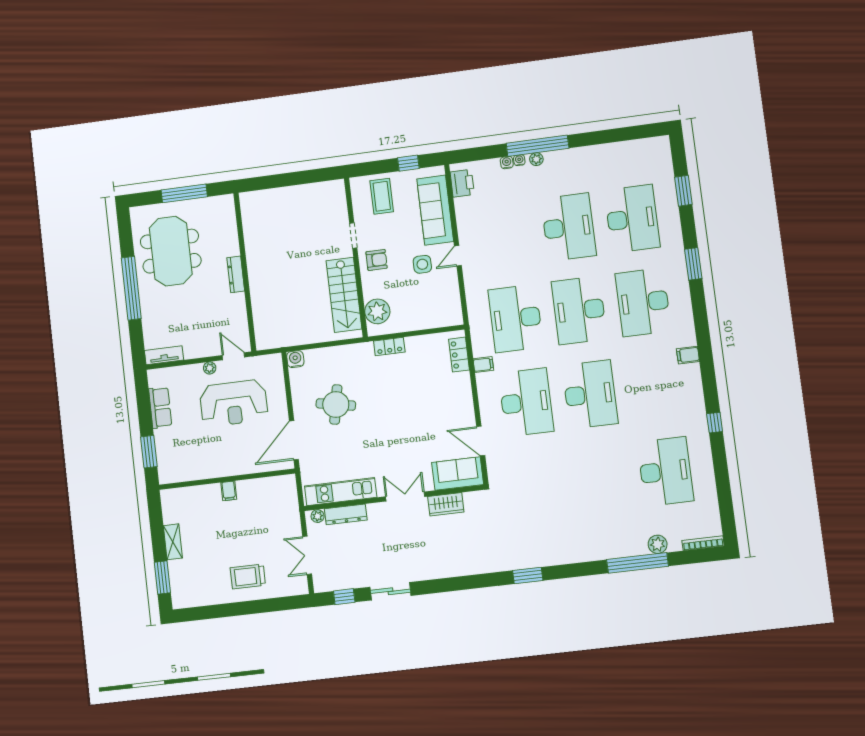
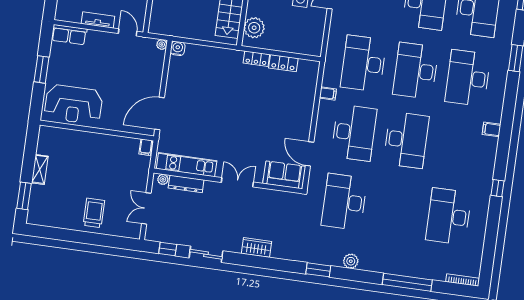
locker: (459, 354) -> (283, 63), moved, turned -90
tv unit: (164, 355) -> (98, 20), moved
plant: (210, 368) -> (162, 44), moved
reception desk: (234, 403) -> (74, 104), moved
round table: (336, 404) -> (201, 94), removed
row of seats: (160, 407) -> (69, 35), moved, turned 90
window: (149, 452) -> (42, 69), moved
desk: (665, 471) -> (449, 216), turned 180
desk: (537, 487) -> (344, 202), added
filing cabinet: (229, 491) -> (146, 147), moved
wardrobe: (446, 504) -> (257, 247), moved, turned 180
plant: (658, 544) -> (351, 261), moved
trolley: (248, 576) -> (94, 213), turned 90

